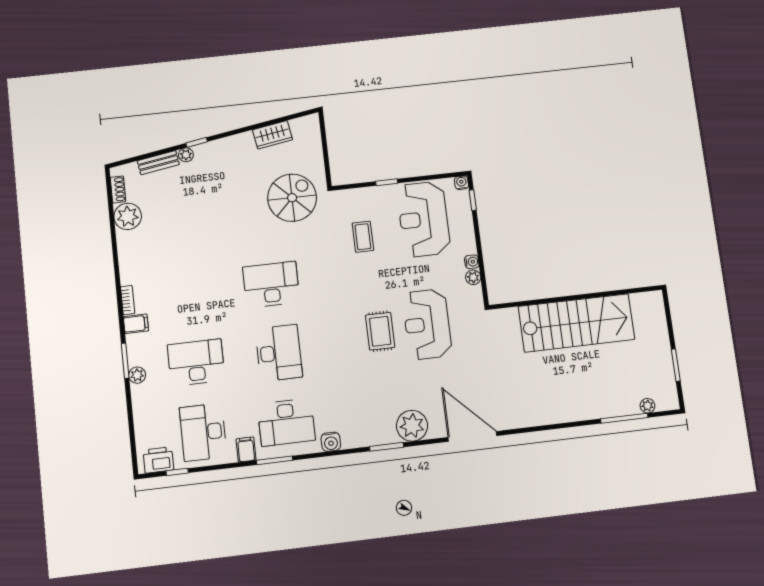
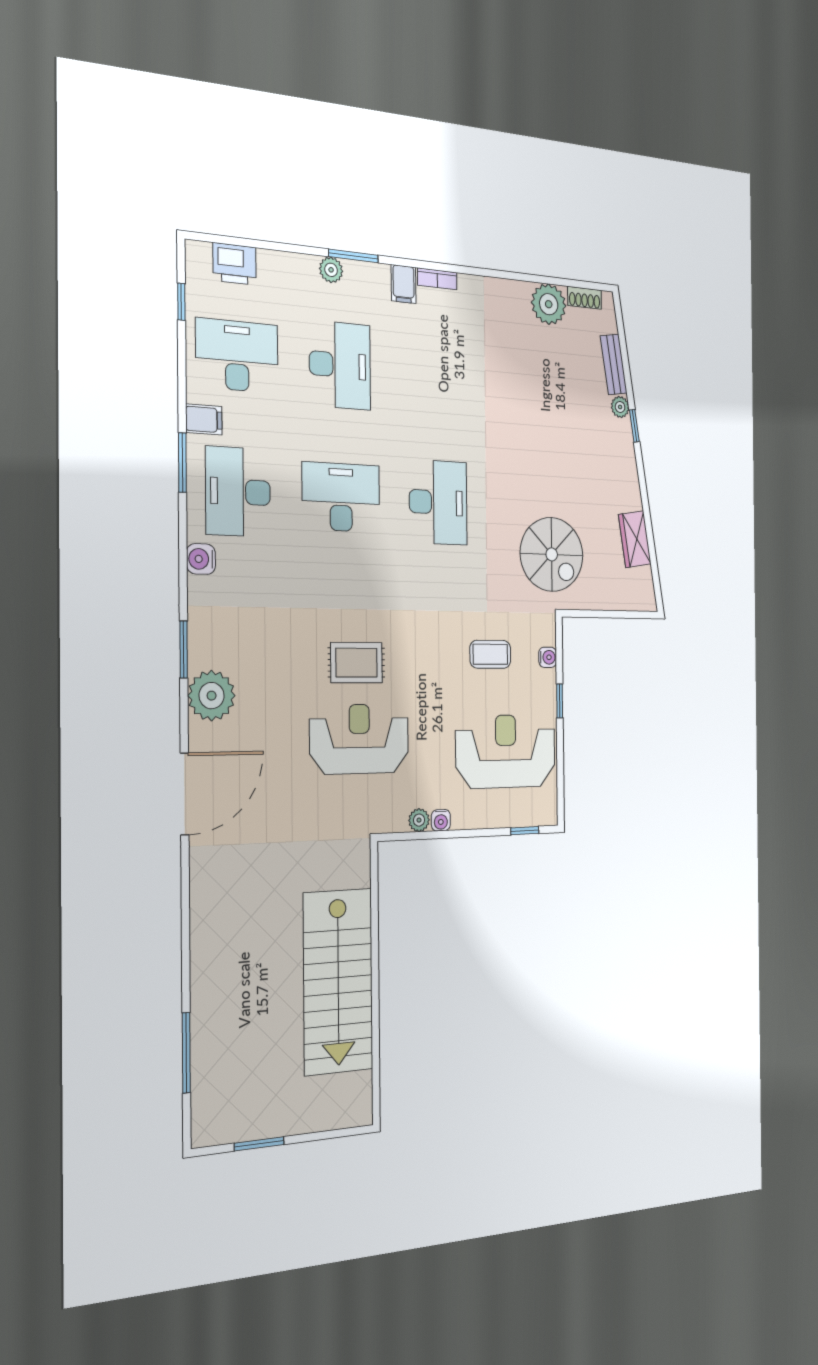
water cooler: (461, 183) -> (548, 657), moved
desk: (279, 353) -> (341, 497), turned 180
plant: (647, 406) -> (202, 1093), removed
printer: (158, 460) -> (235, 264), moved, turned 90

